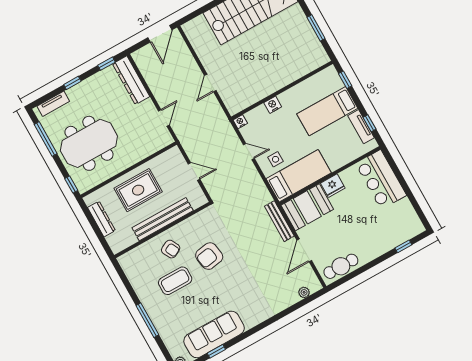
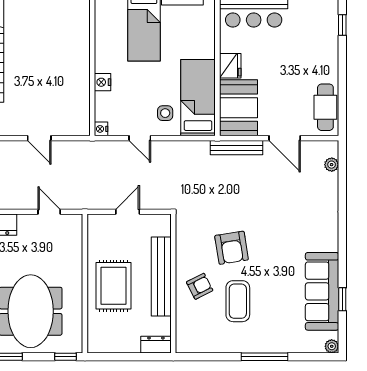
door: (249, 152) -> (140, 138), swing flipped
dresser: (101, 219) -> (156, 345), moved, width x0.70

